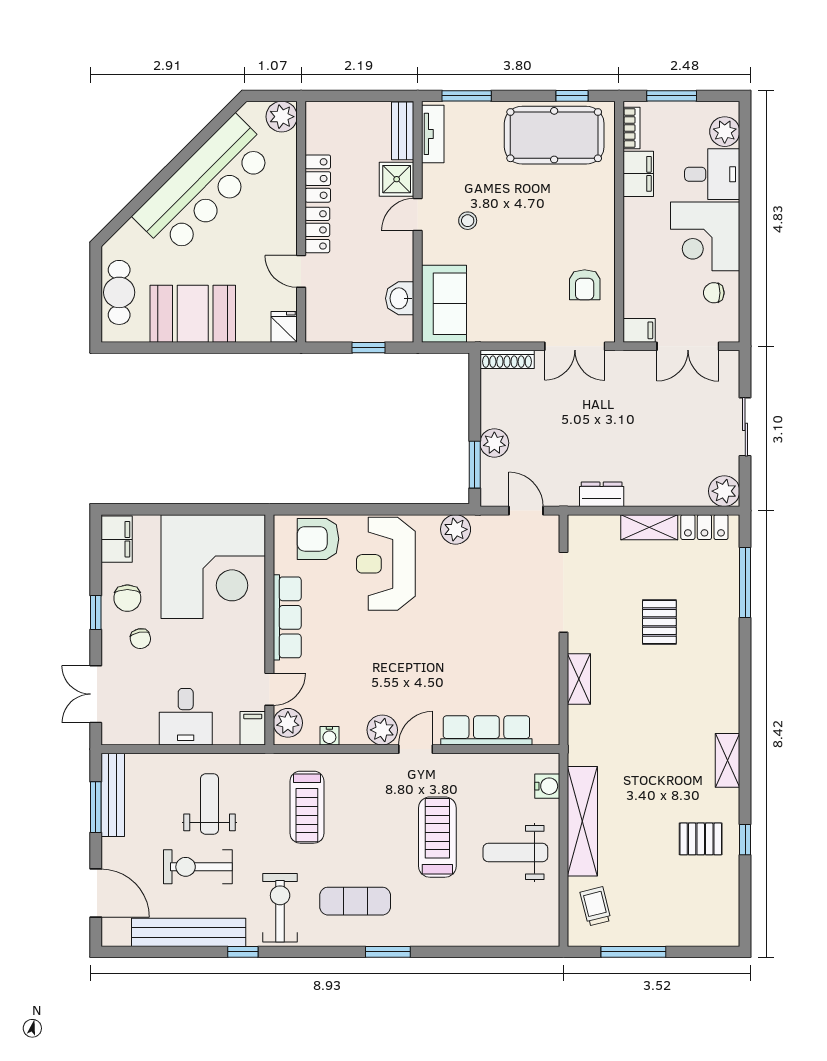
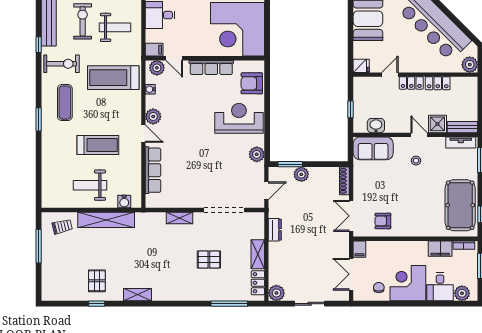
armchair: (318, 539) -> (252, 83), turned -90
treadmill: (307, 807) -> (113, 78), width x1.37, depth x1.38
weight bench: (515, 853) -> (90, 185), turned -90

